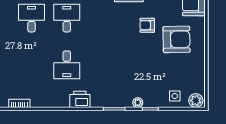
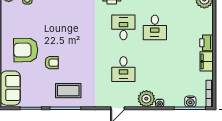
desk: (32, 18) -> (155, 27), moved

